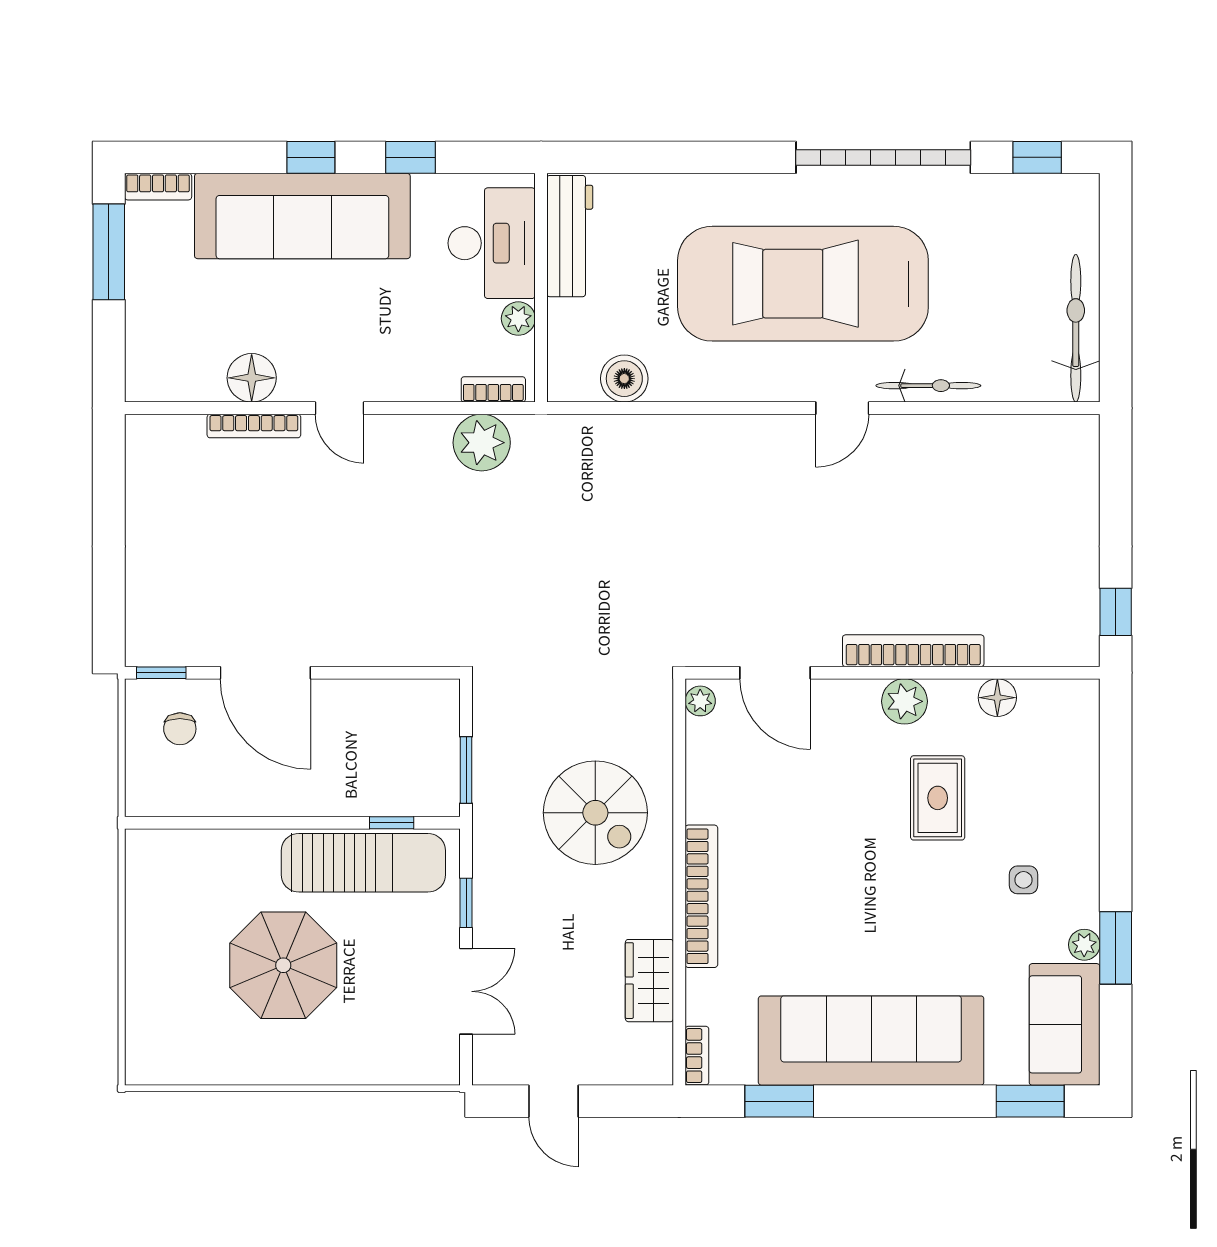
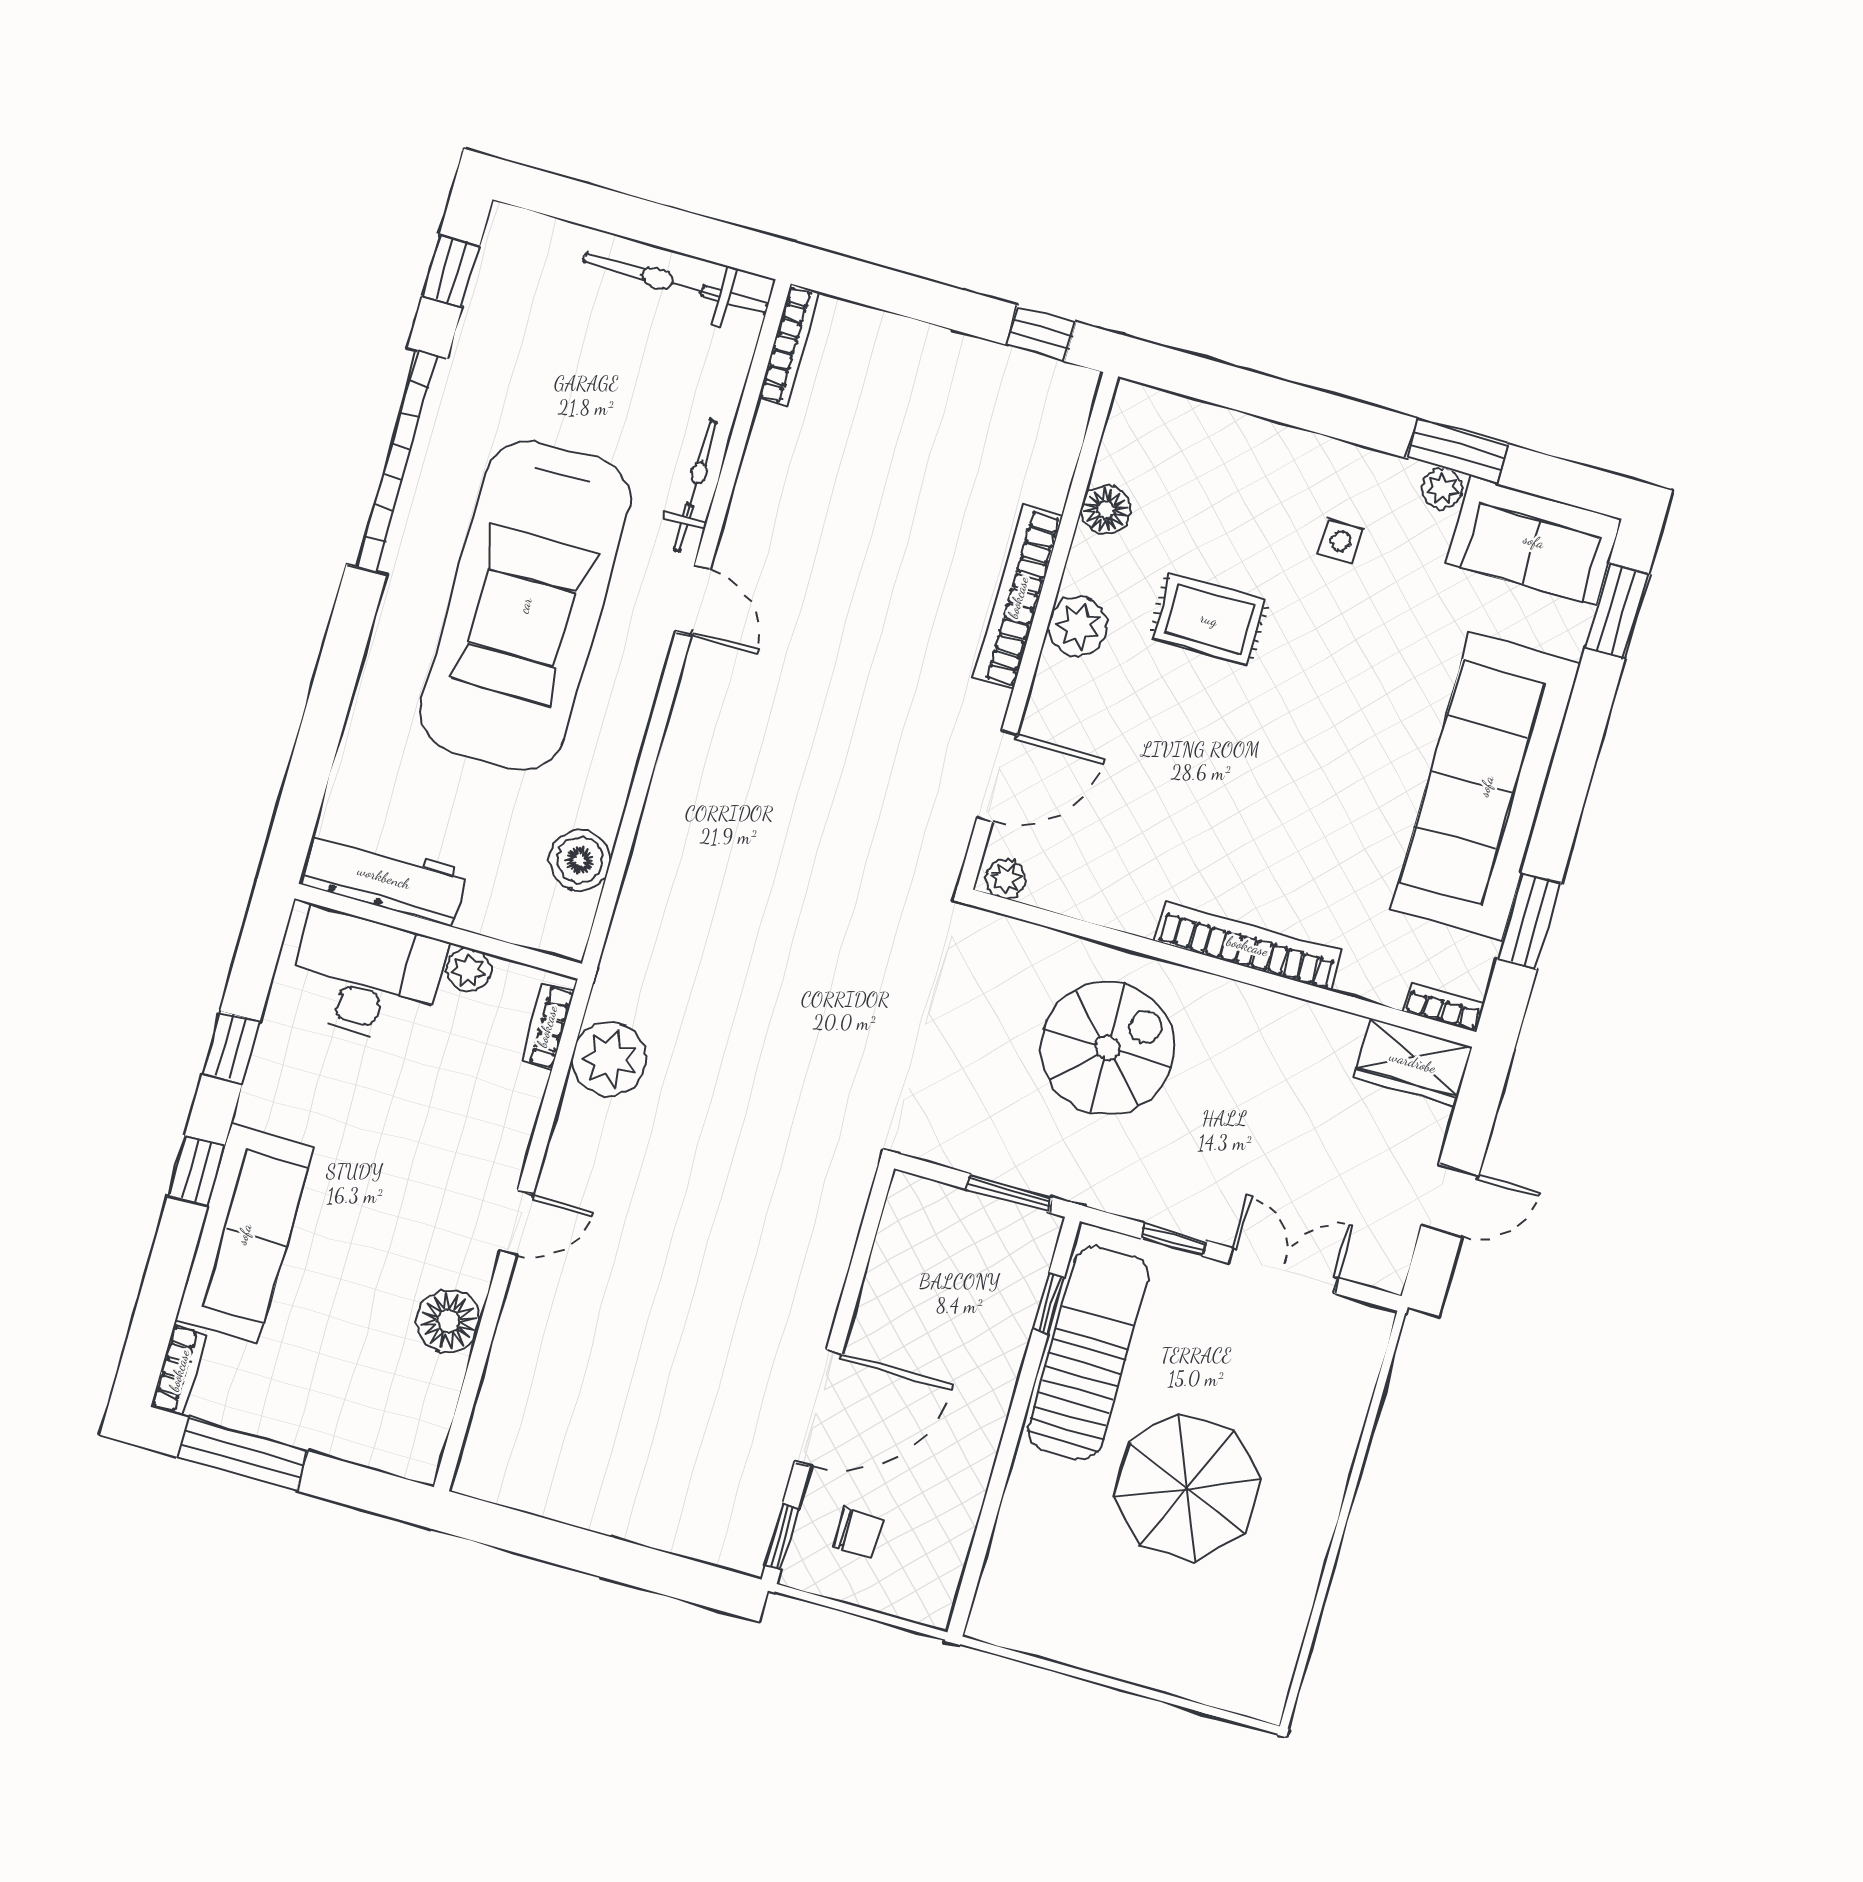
sofa: (302, 216) -> (244, 1234), width x0.74, depth x0.79
bookcase: (254, 426) -> (789, 345), moved
wardrobe: (649, 981) -> (1413, 1062), moved

